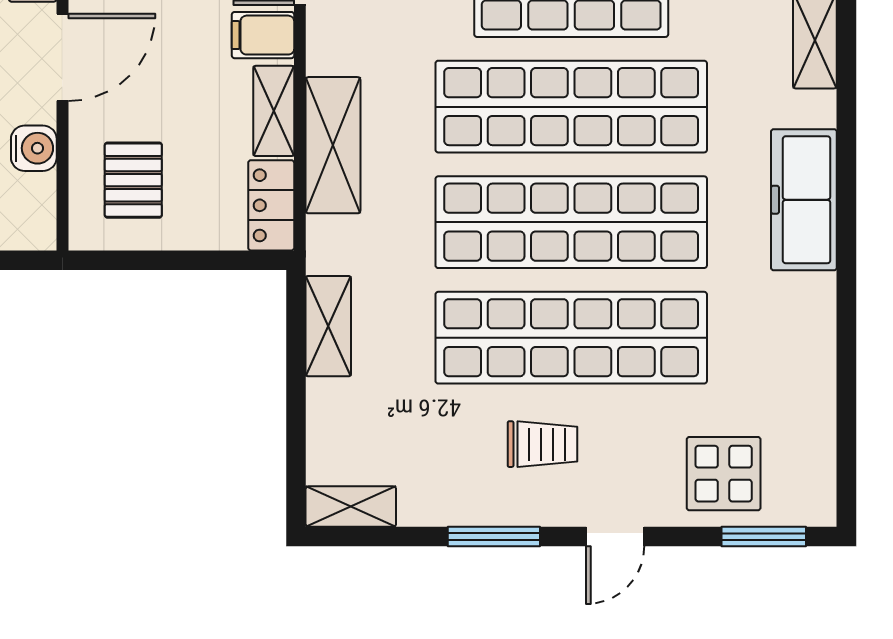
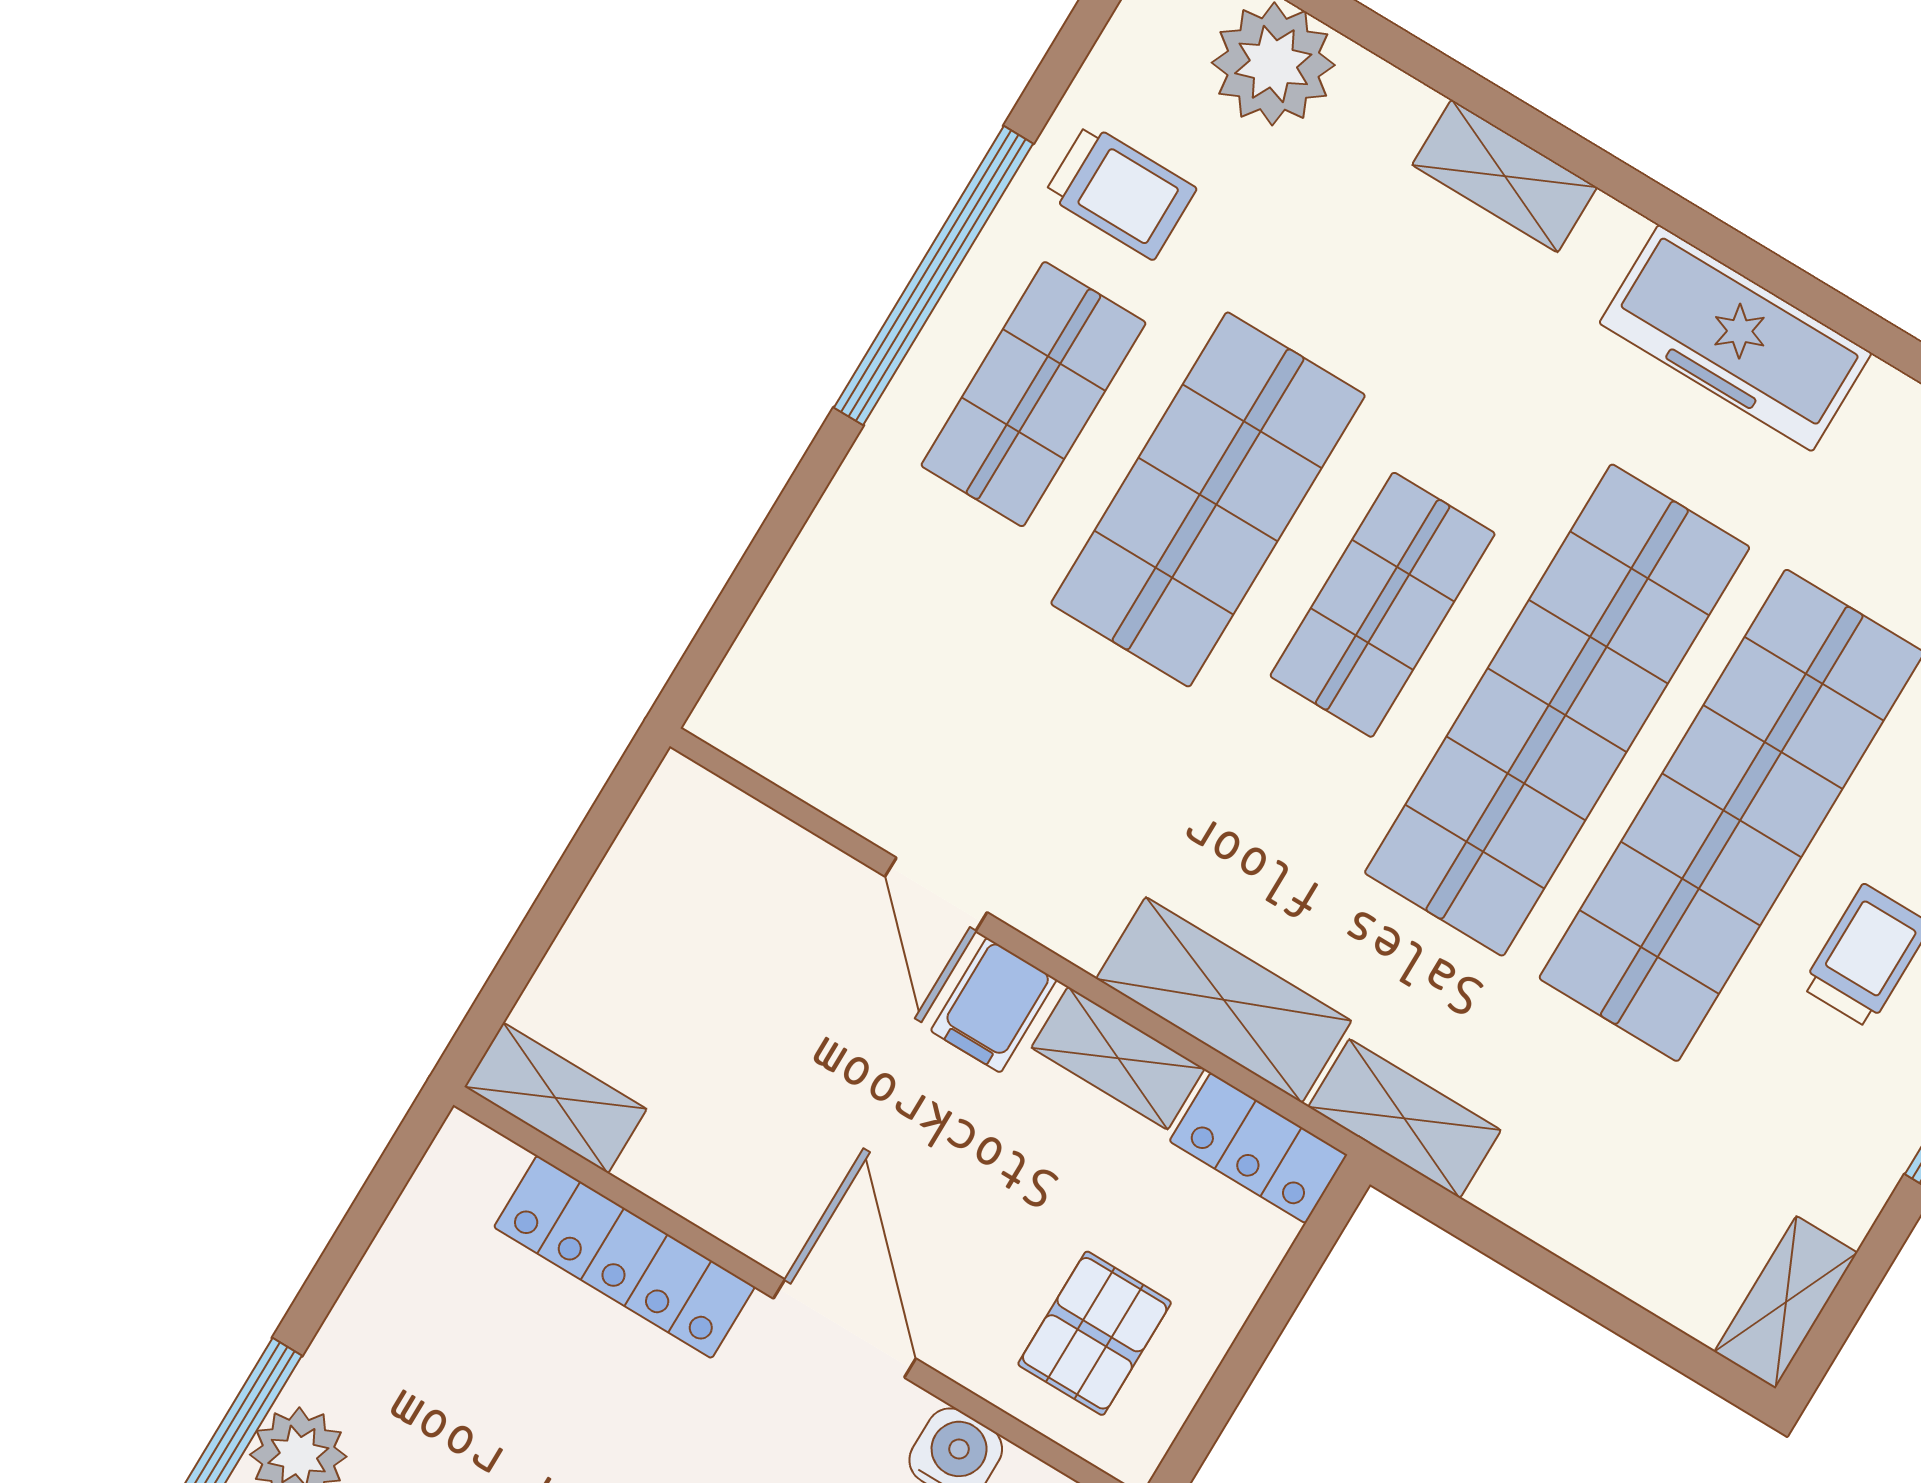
shop shelf: (571, 107) -> (1383, 605), width x0.50, depth x0.74
pallet: (133, 180) -> (1095, 1333), turned 90
shelving: (328, 326) -> (1405, 1118), moved

